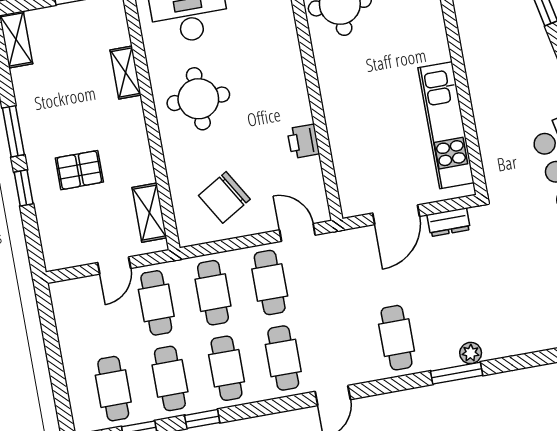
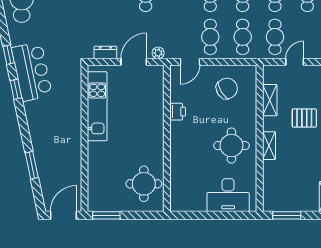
shelving: (126, 73) -> (269, 146), moved
shelving: (149, 213) -> (270, 100), moved
door: (297, 232) -> (190, 62), hinge flipped
plant: (356, 238) -> (158, 53), added

